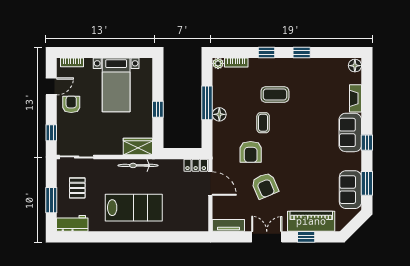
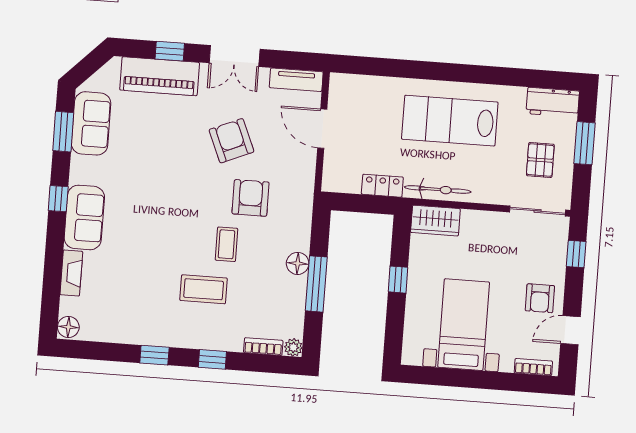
locker: (196, 165) -> (382, 186), moved
door: (210, 184) -> (322, 129), moved

